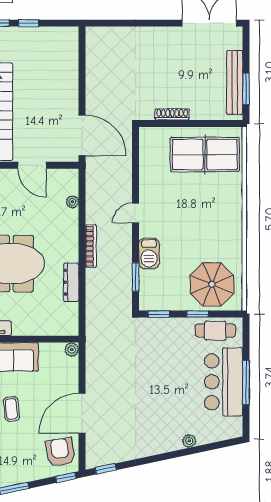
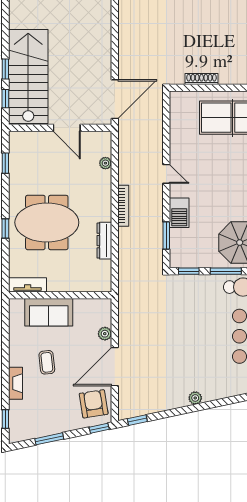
door: (82, 135) -> (115, 99), hinge flipped
door: (136, 213) -> (166, 174), swing flipped
window: (197, 314) -> (226, 271), width x1.50
plant: (72, 350) -> (105, 334), moved
plant: (189, 441) -> (195, 398), moved

